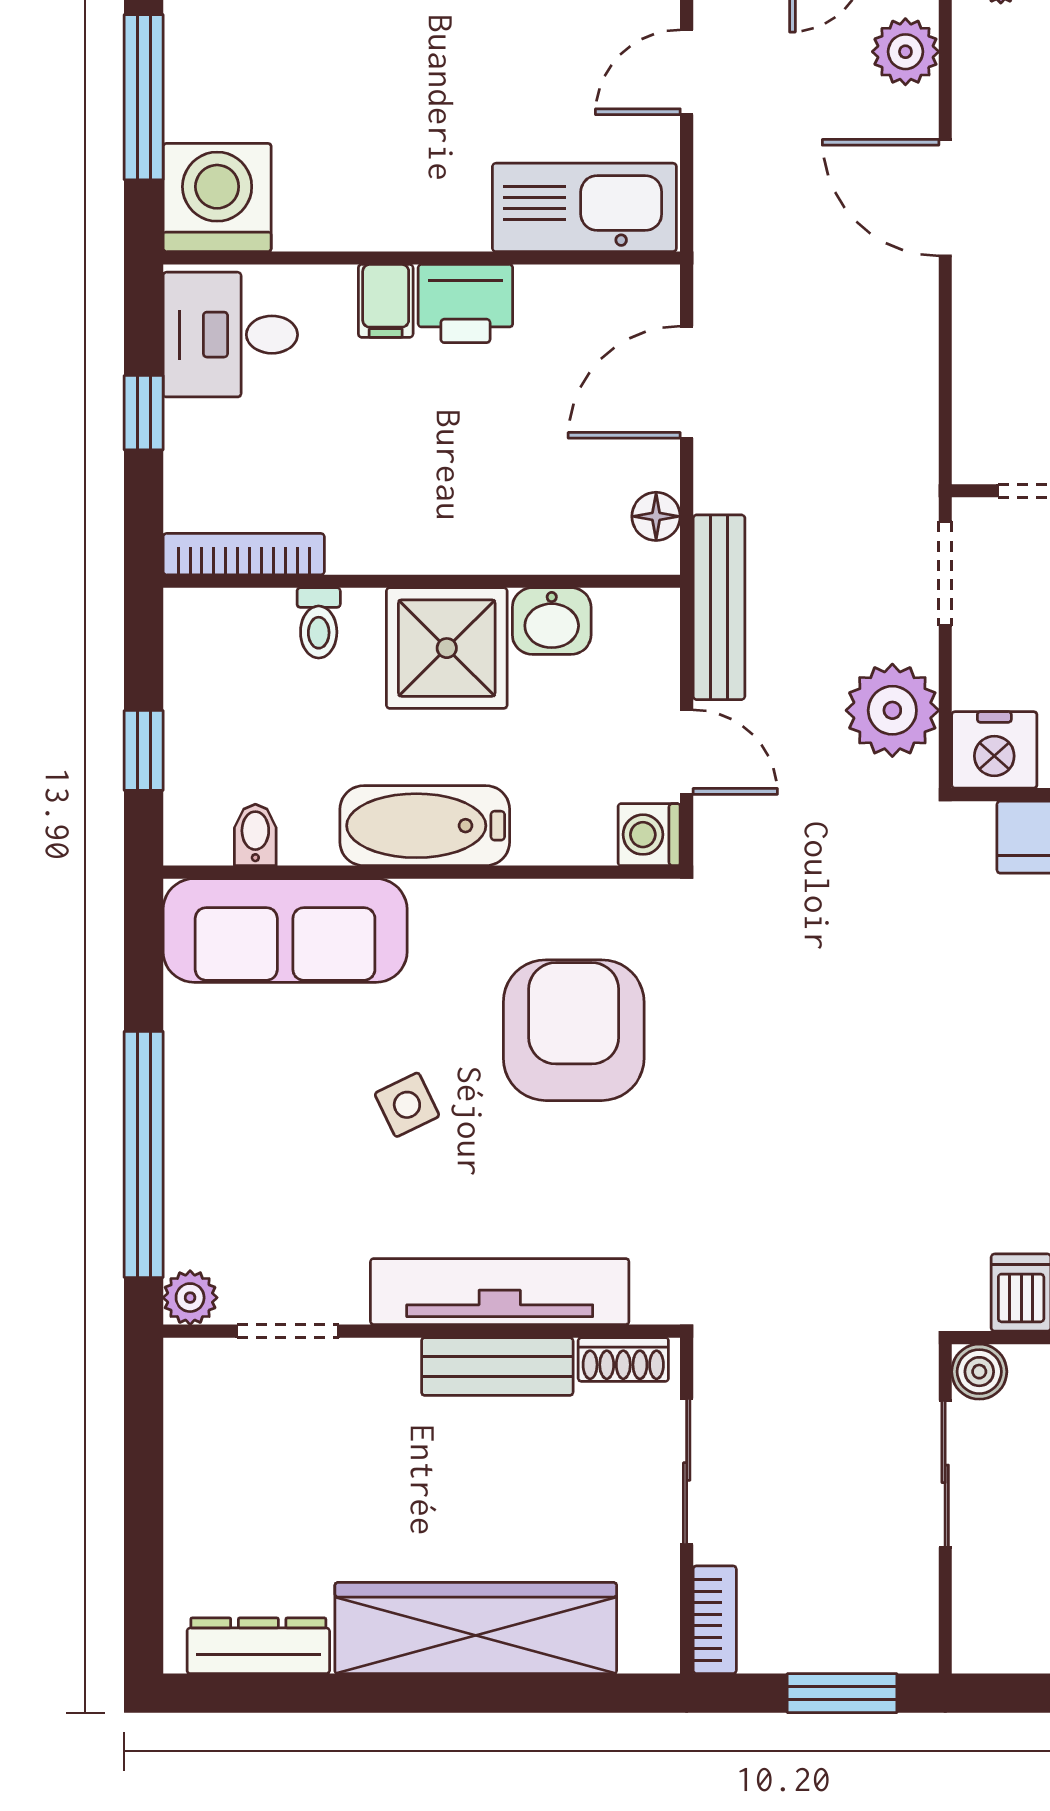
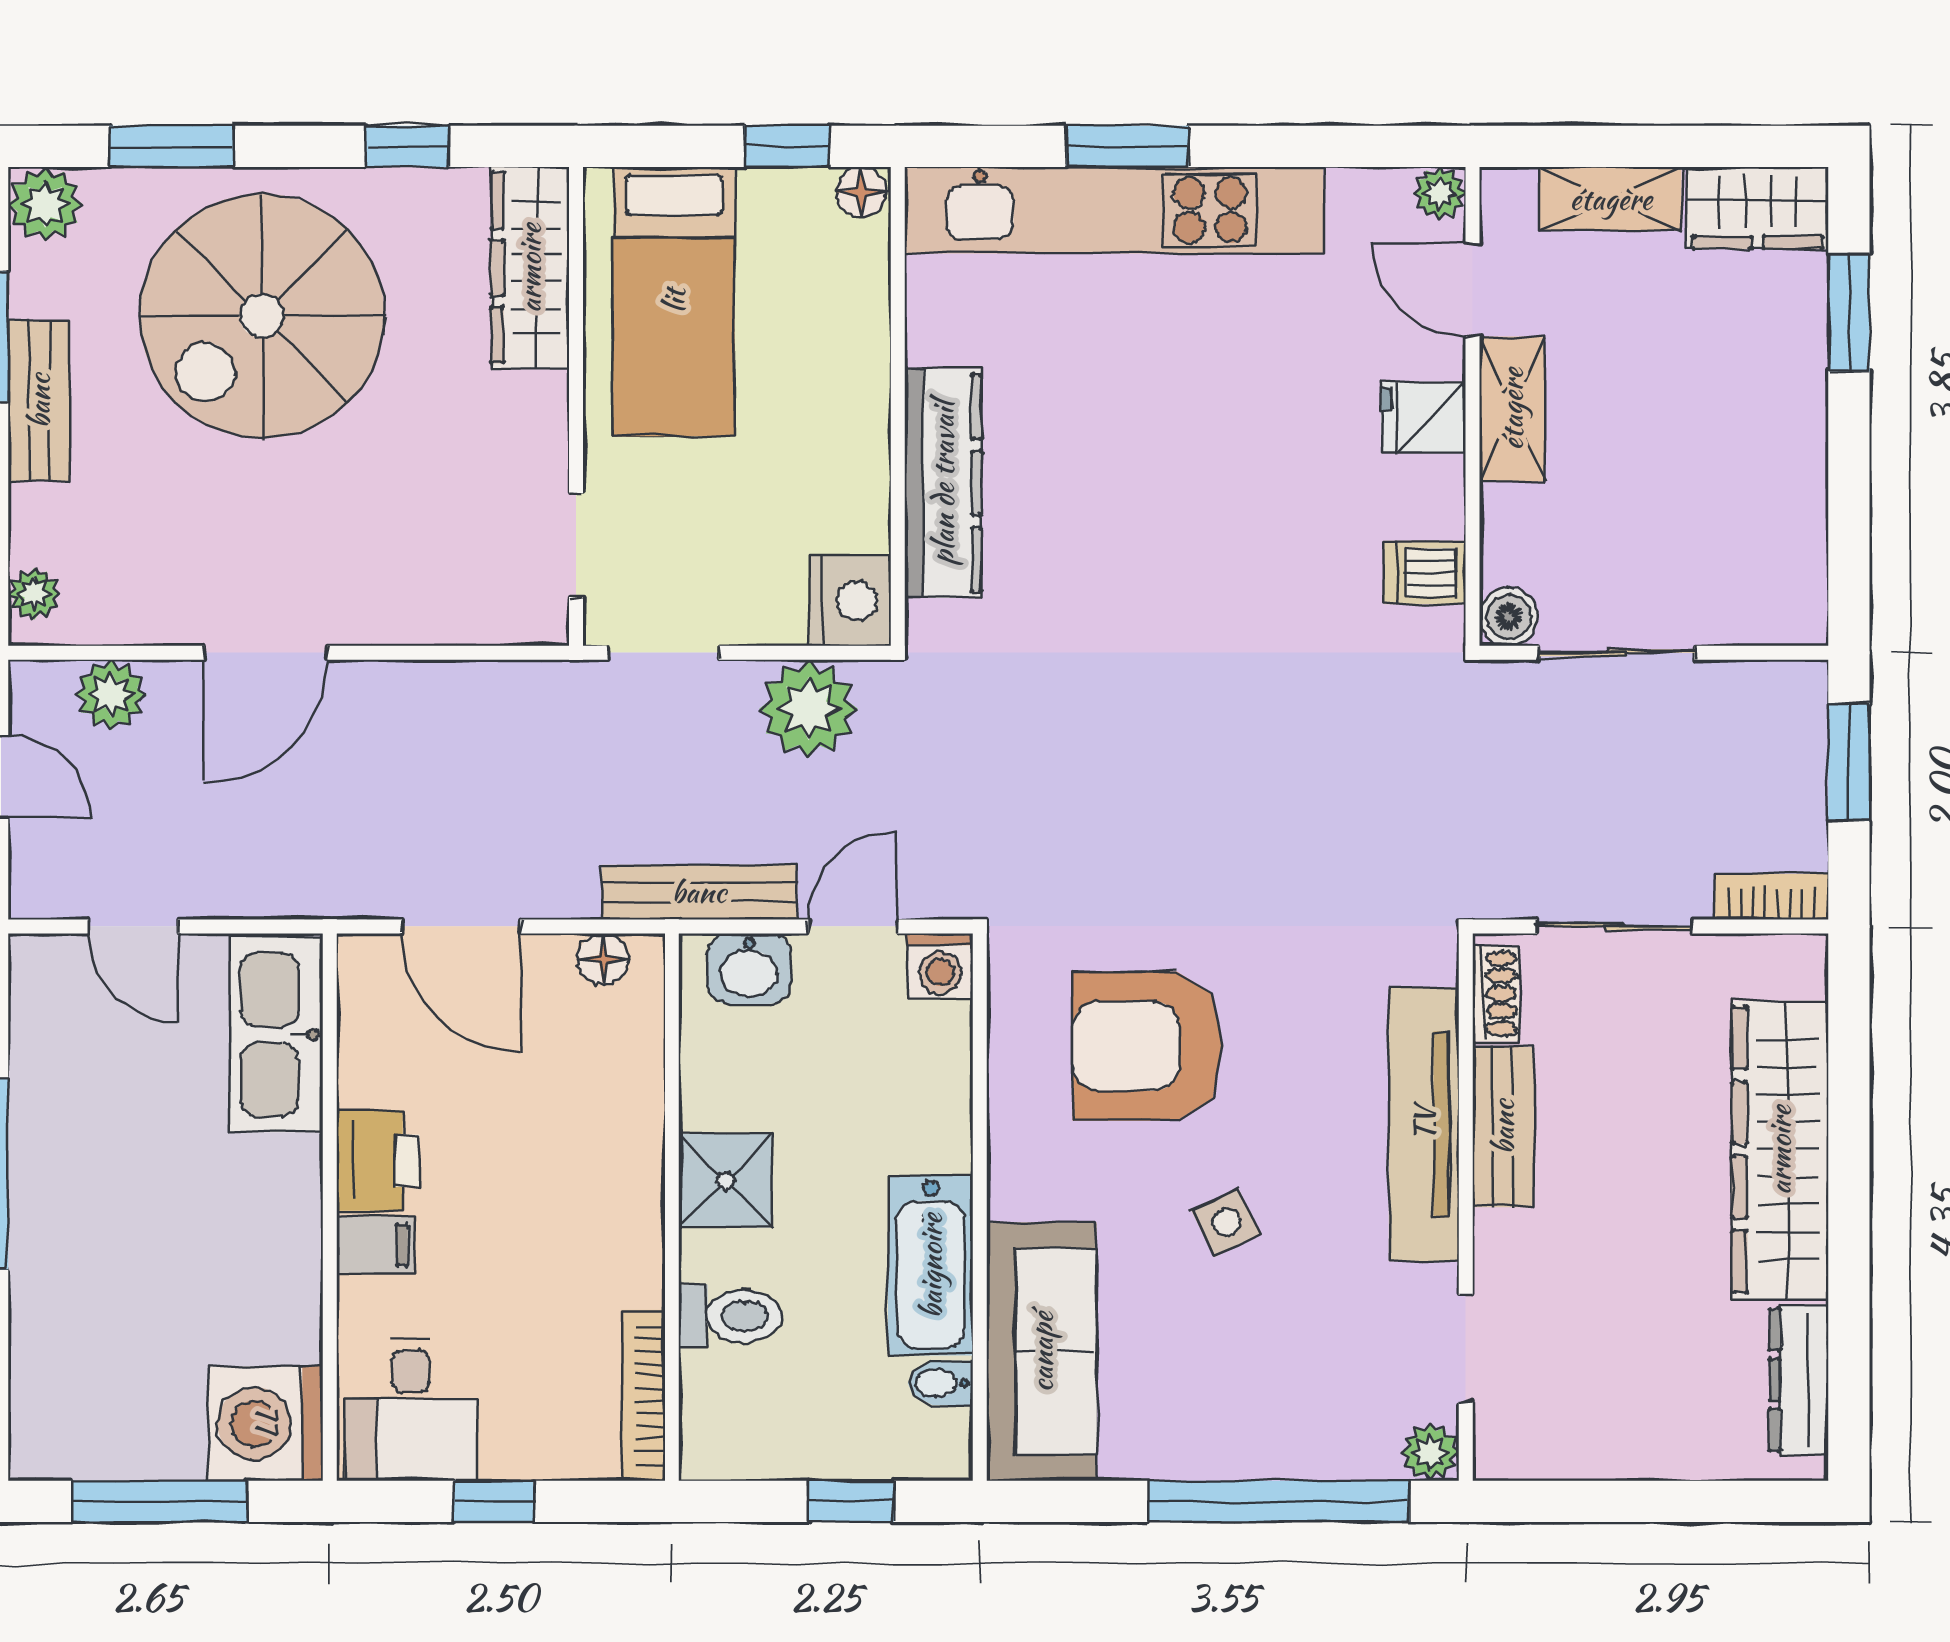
washbasin: (552, 621) -> (749, 969), moved, turned 90
toilet: (319, 623) -> (730, 1316), width x1.37, depth x1.39
shower: (447, 648) -> (726, 1180), width x0.73, depth x0.73
bathtub: (425, 826) -> (931, 1266), moved

